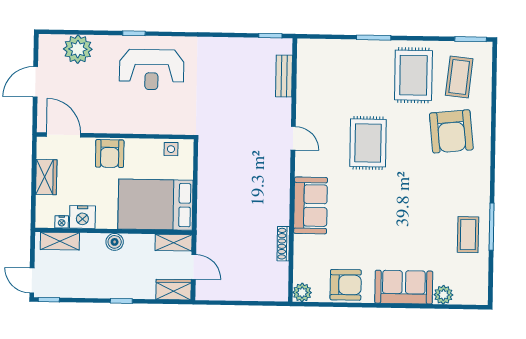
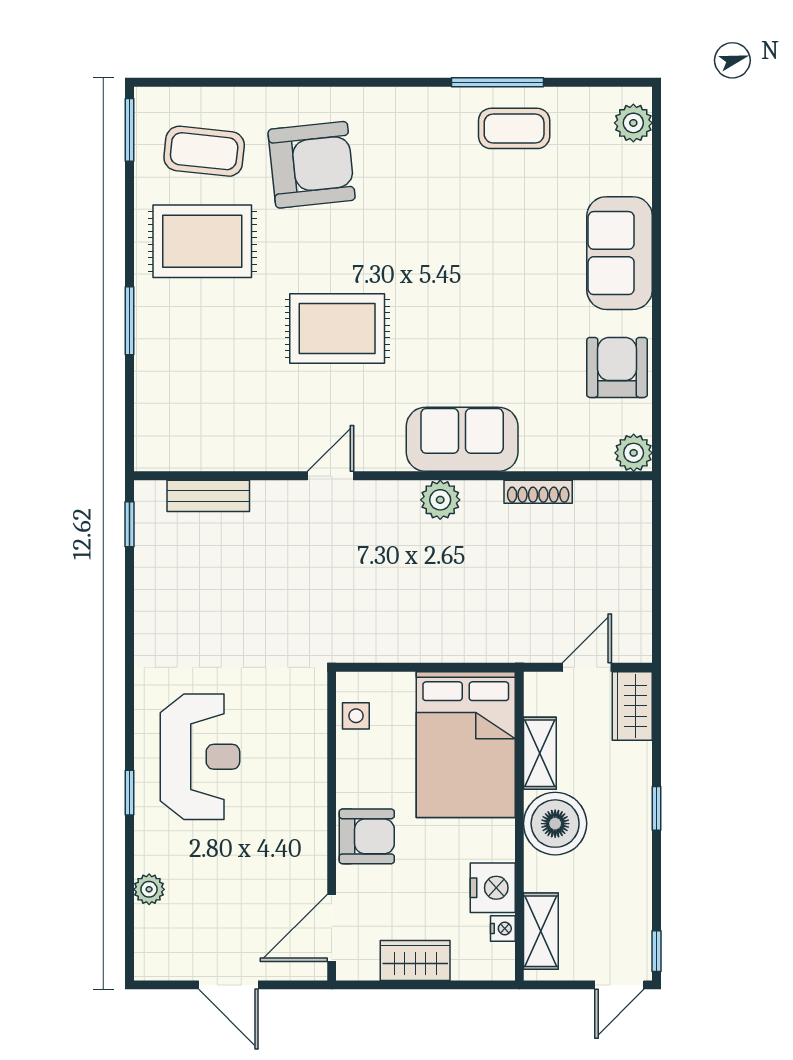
plant: (78, 49) -> (149, 889), width x0.53, depth x0.53
plant: (280, 194) -> (440, 500), added
boiler: (115, 242) -> (555, 824), width x1.86, depth x1.86
shelving: (174, 243) -> (540, 753), moved
plant: (443, 295) -> (633, 123), moved

